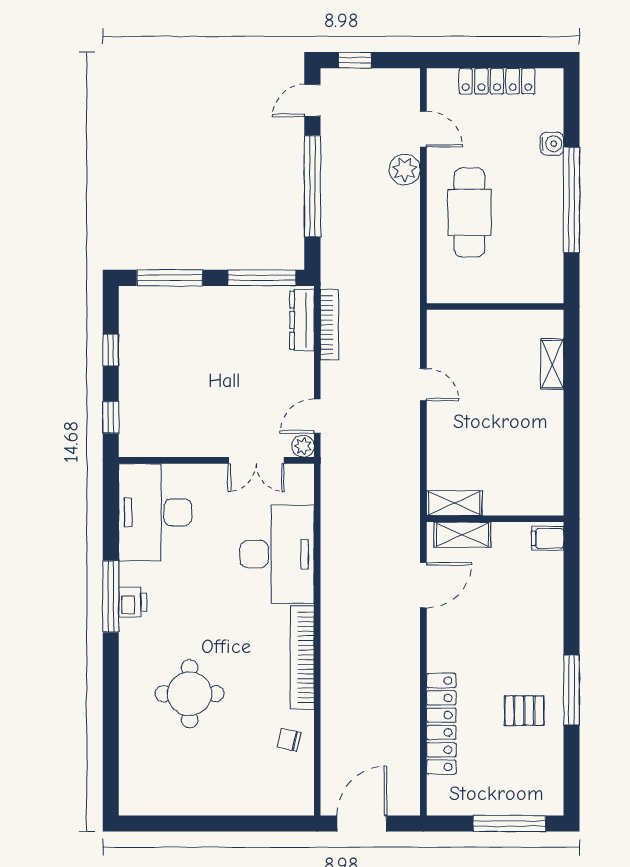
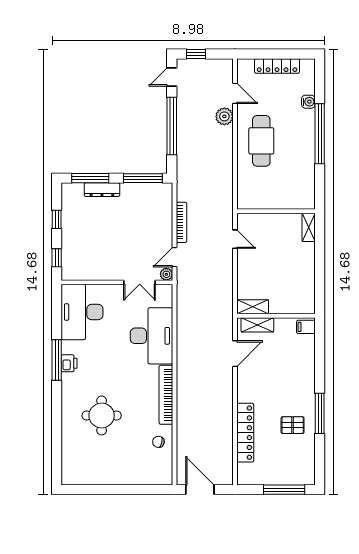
wall: (495, 306) -> (276, 211), moved
dresser: (302, 320) -> (102, 190), moved, turned -90
bookcase: (329, 325) -> (181, 222), moved
door: (362, 823) -> (200, 490), hinge flipped

